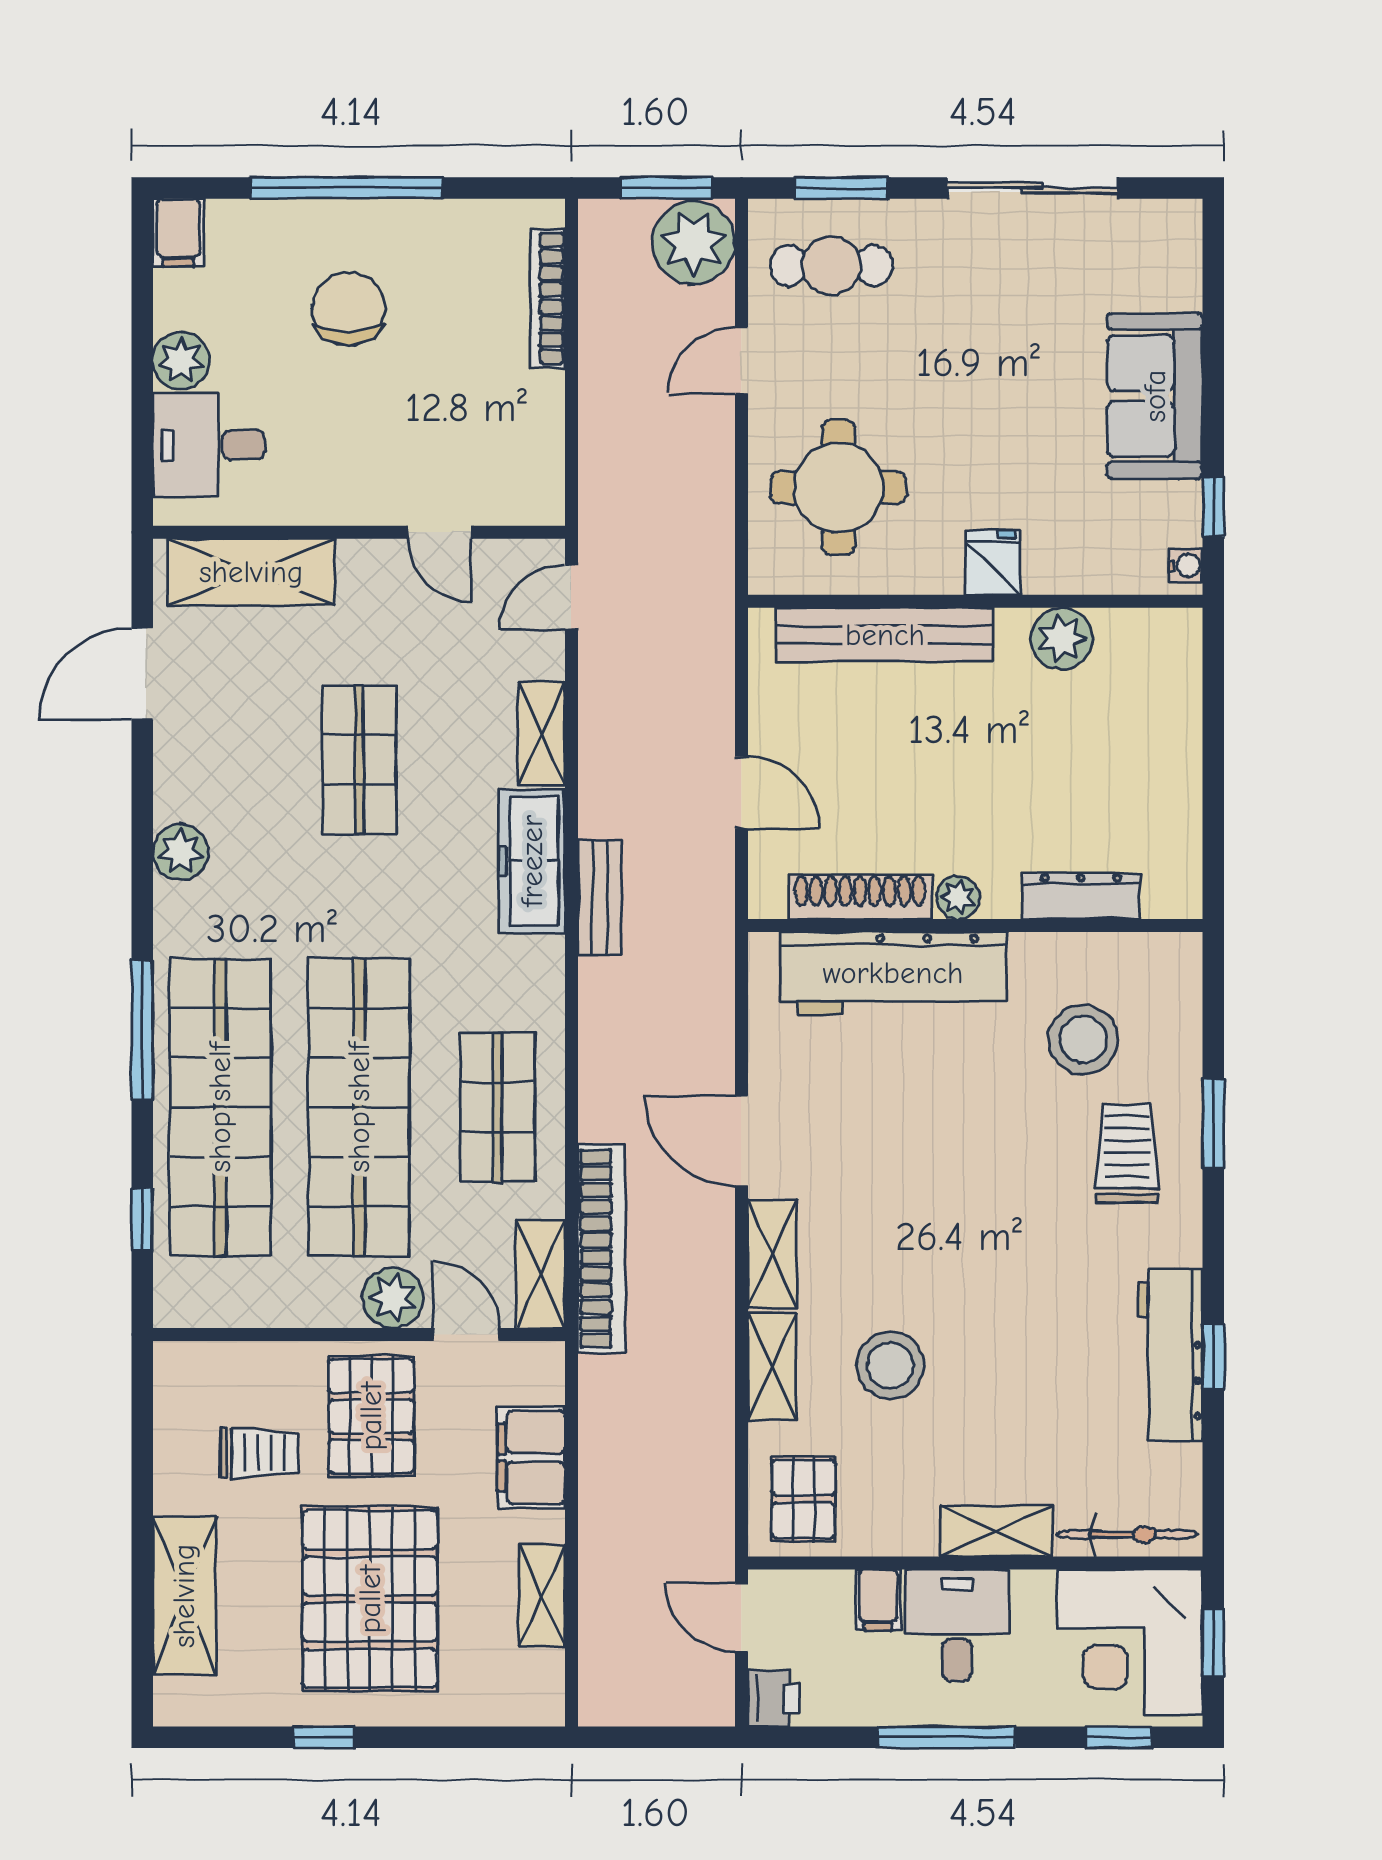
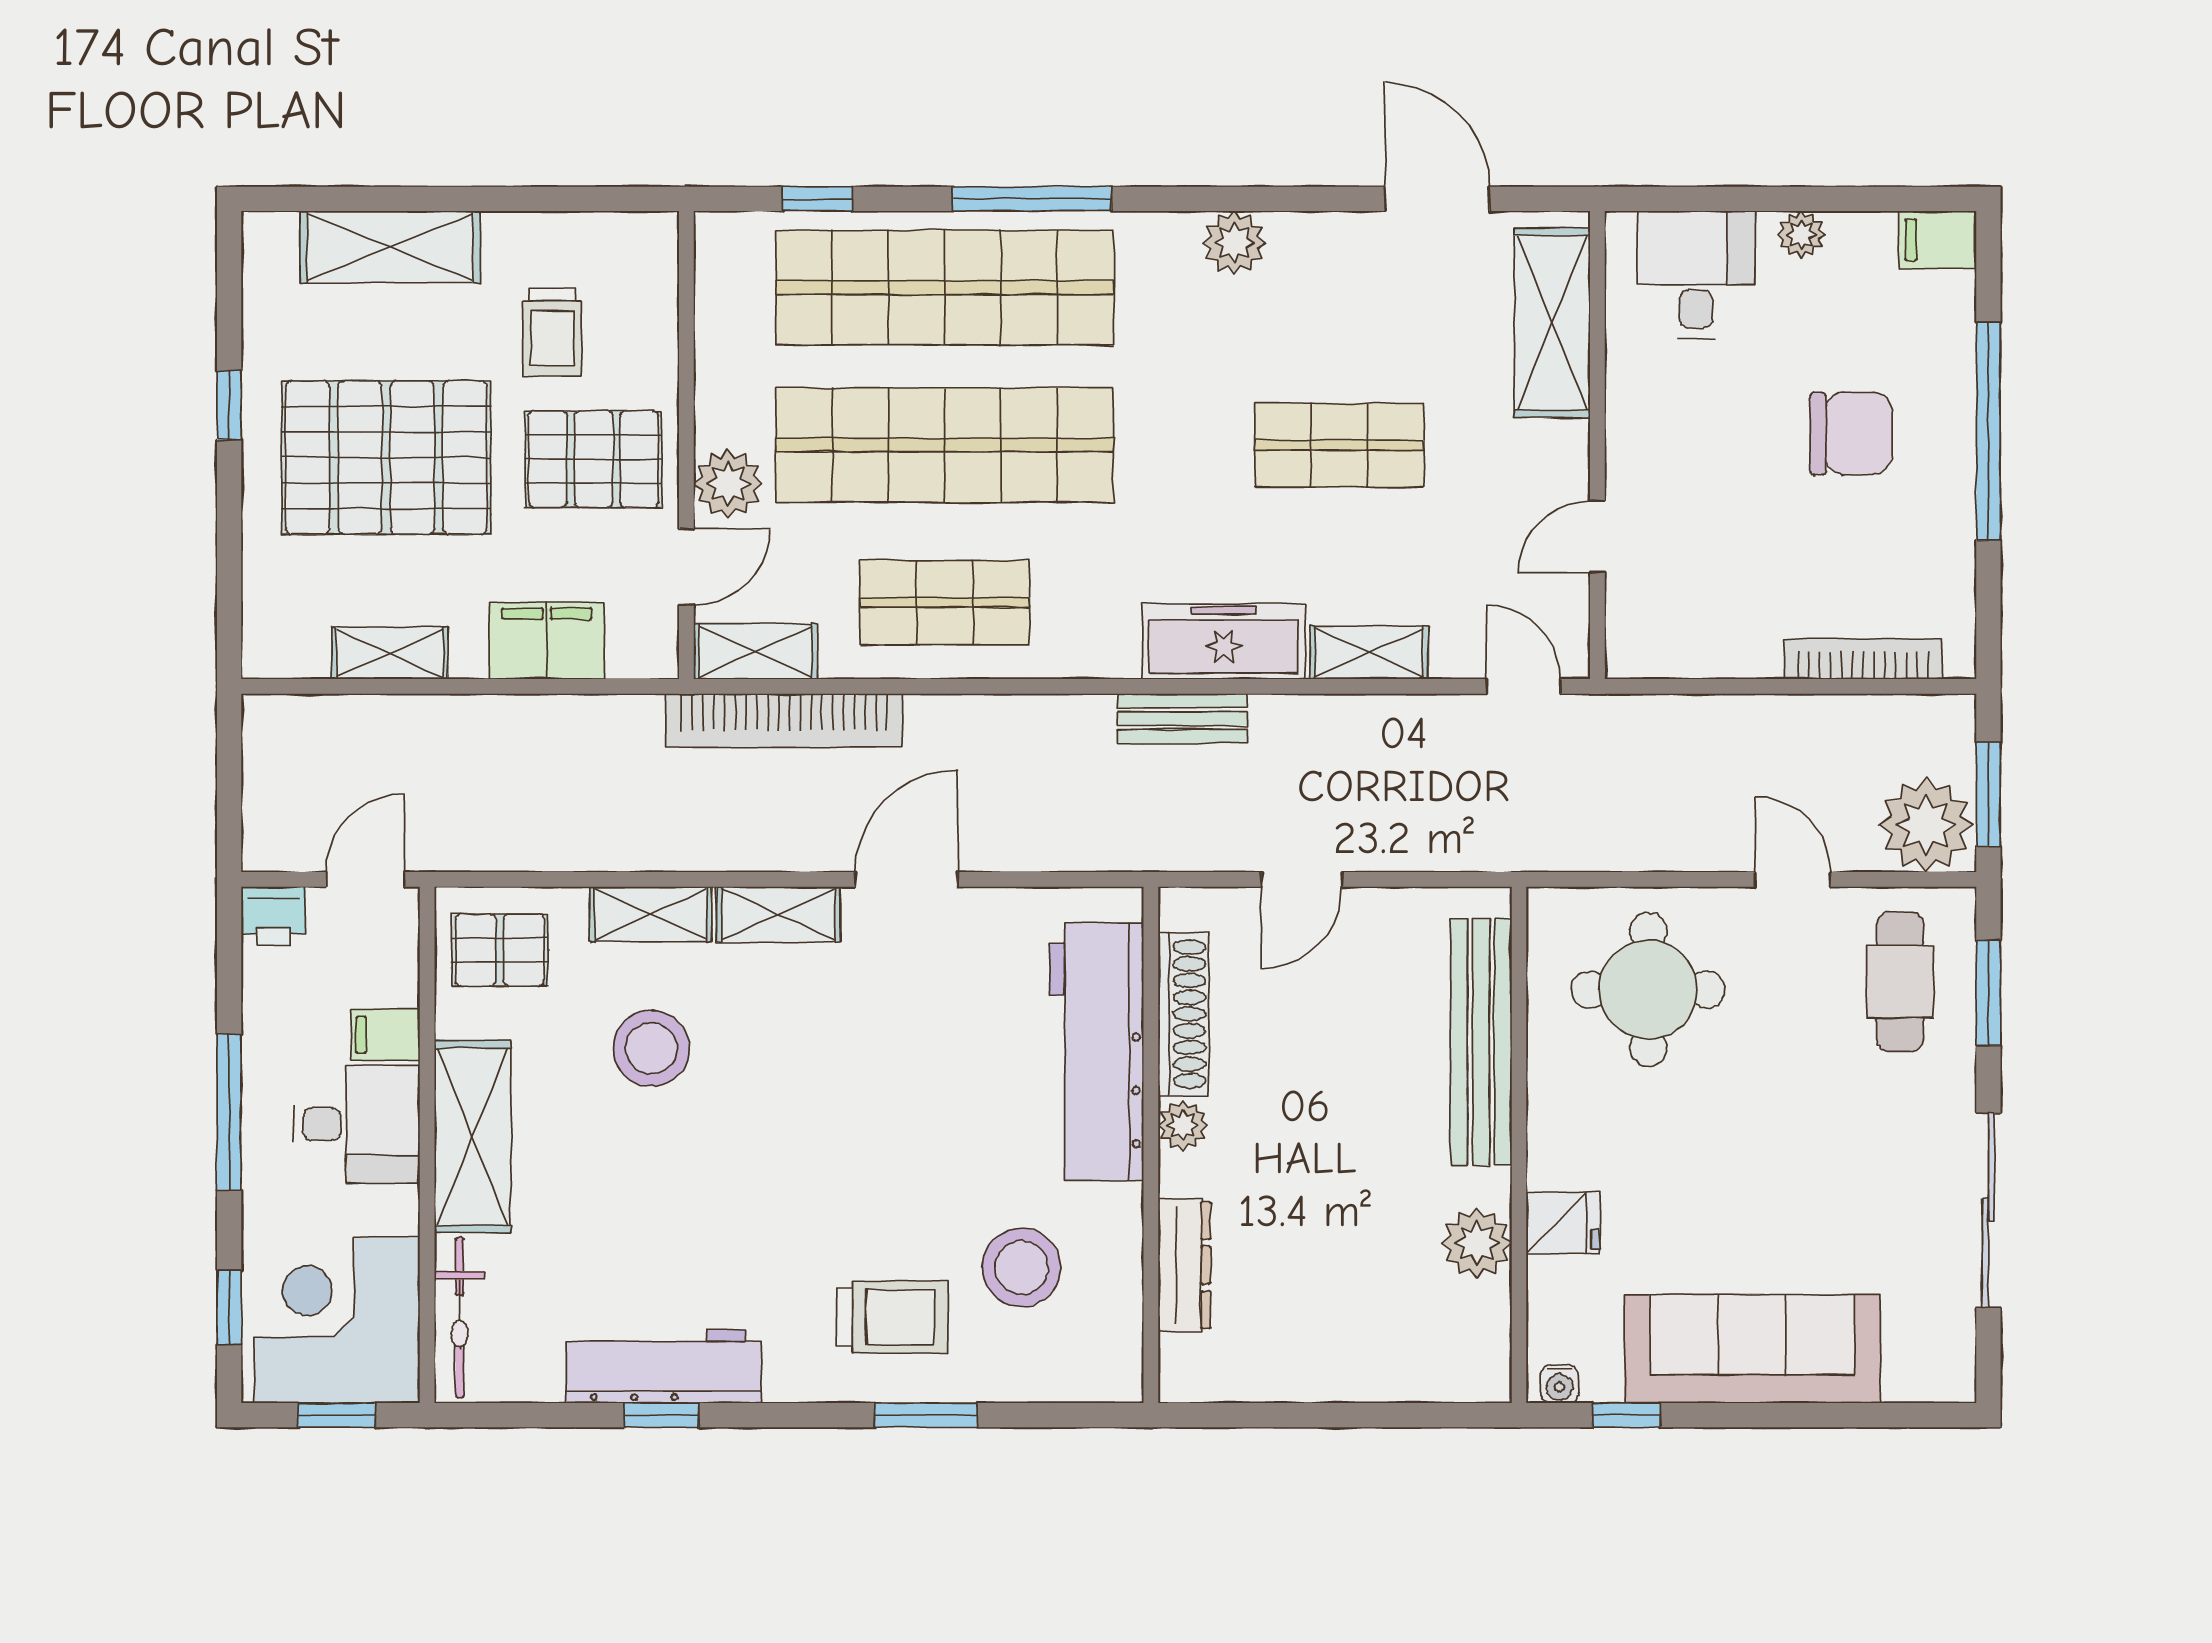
plant: (181, 361) -> (1801, 235), width x0.73, depth x0.73
sofa: (1155, 396) -> (1752, 1349), width x1.36
fridge: (993, 563) -> (1563, 1223), moved
shelving: (996, 1531) -> (473, 1137), width x1.50, depth x1.33

